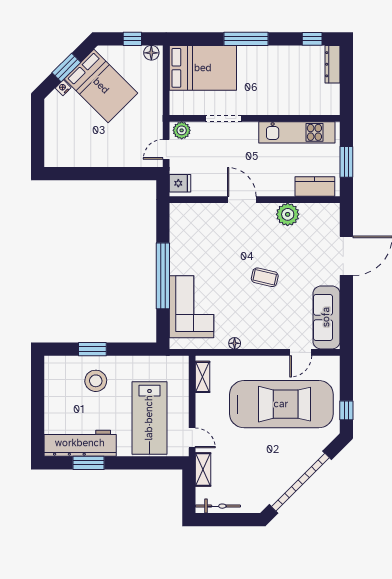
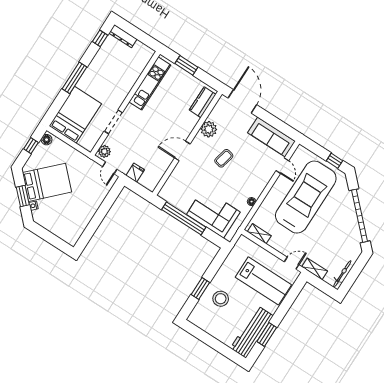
kitchen counter: (315, 186) -> (203, 102), moved
door: (242, 200) -> (182, 151), moved
wall: (255, 200) -> (187, 143), moved
plant: (288, 214) -> (209, 129), moved

